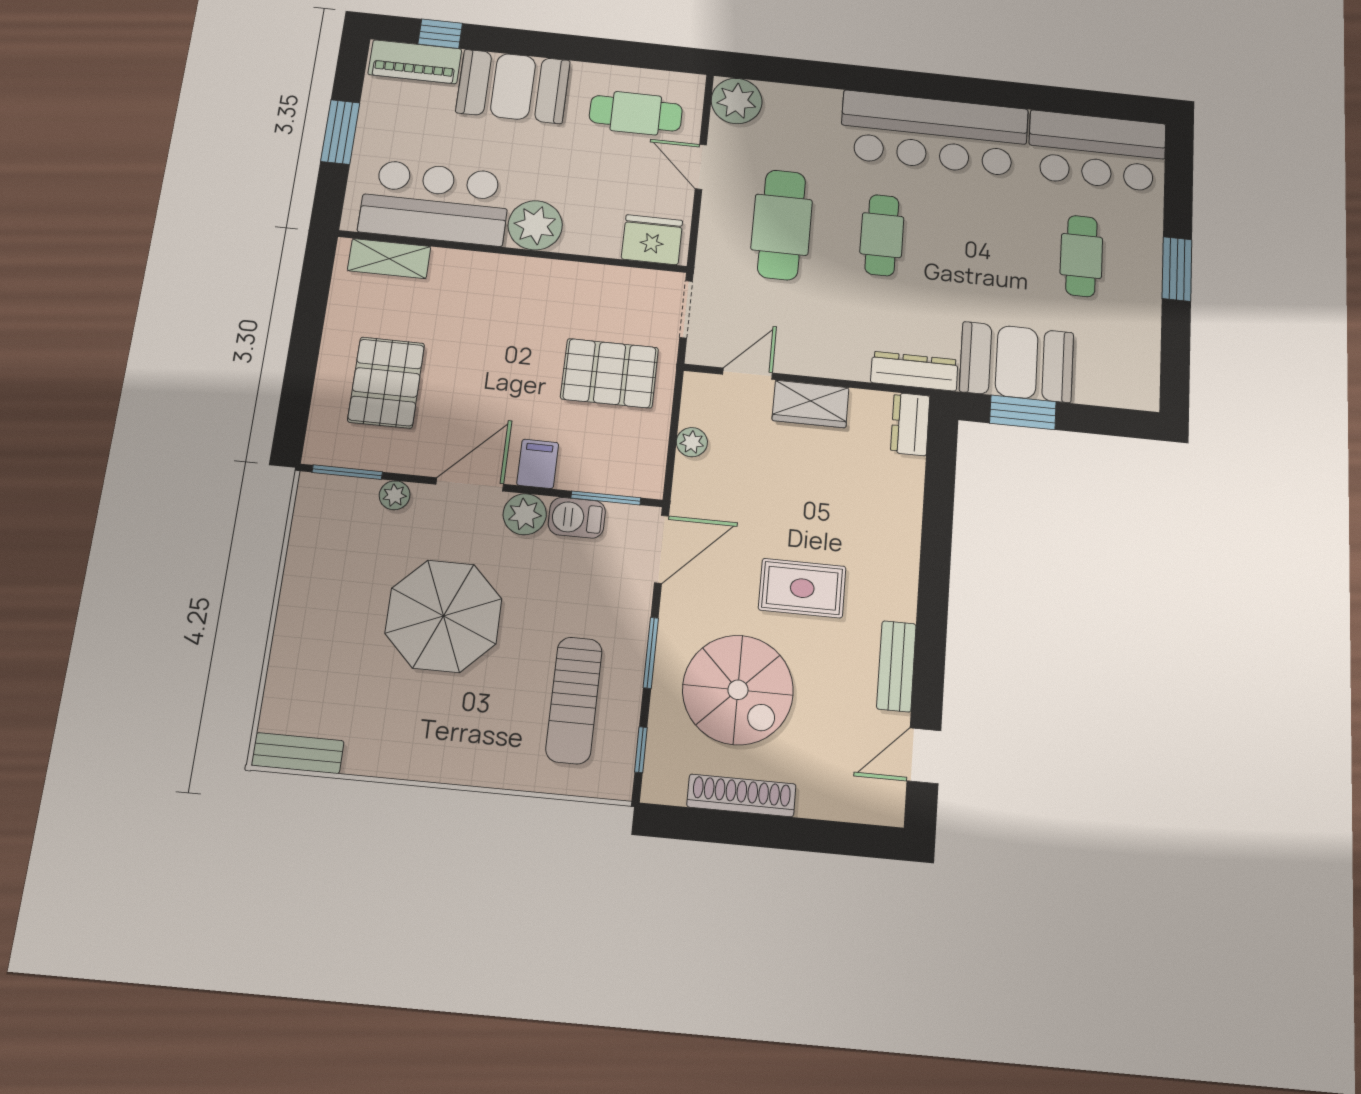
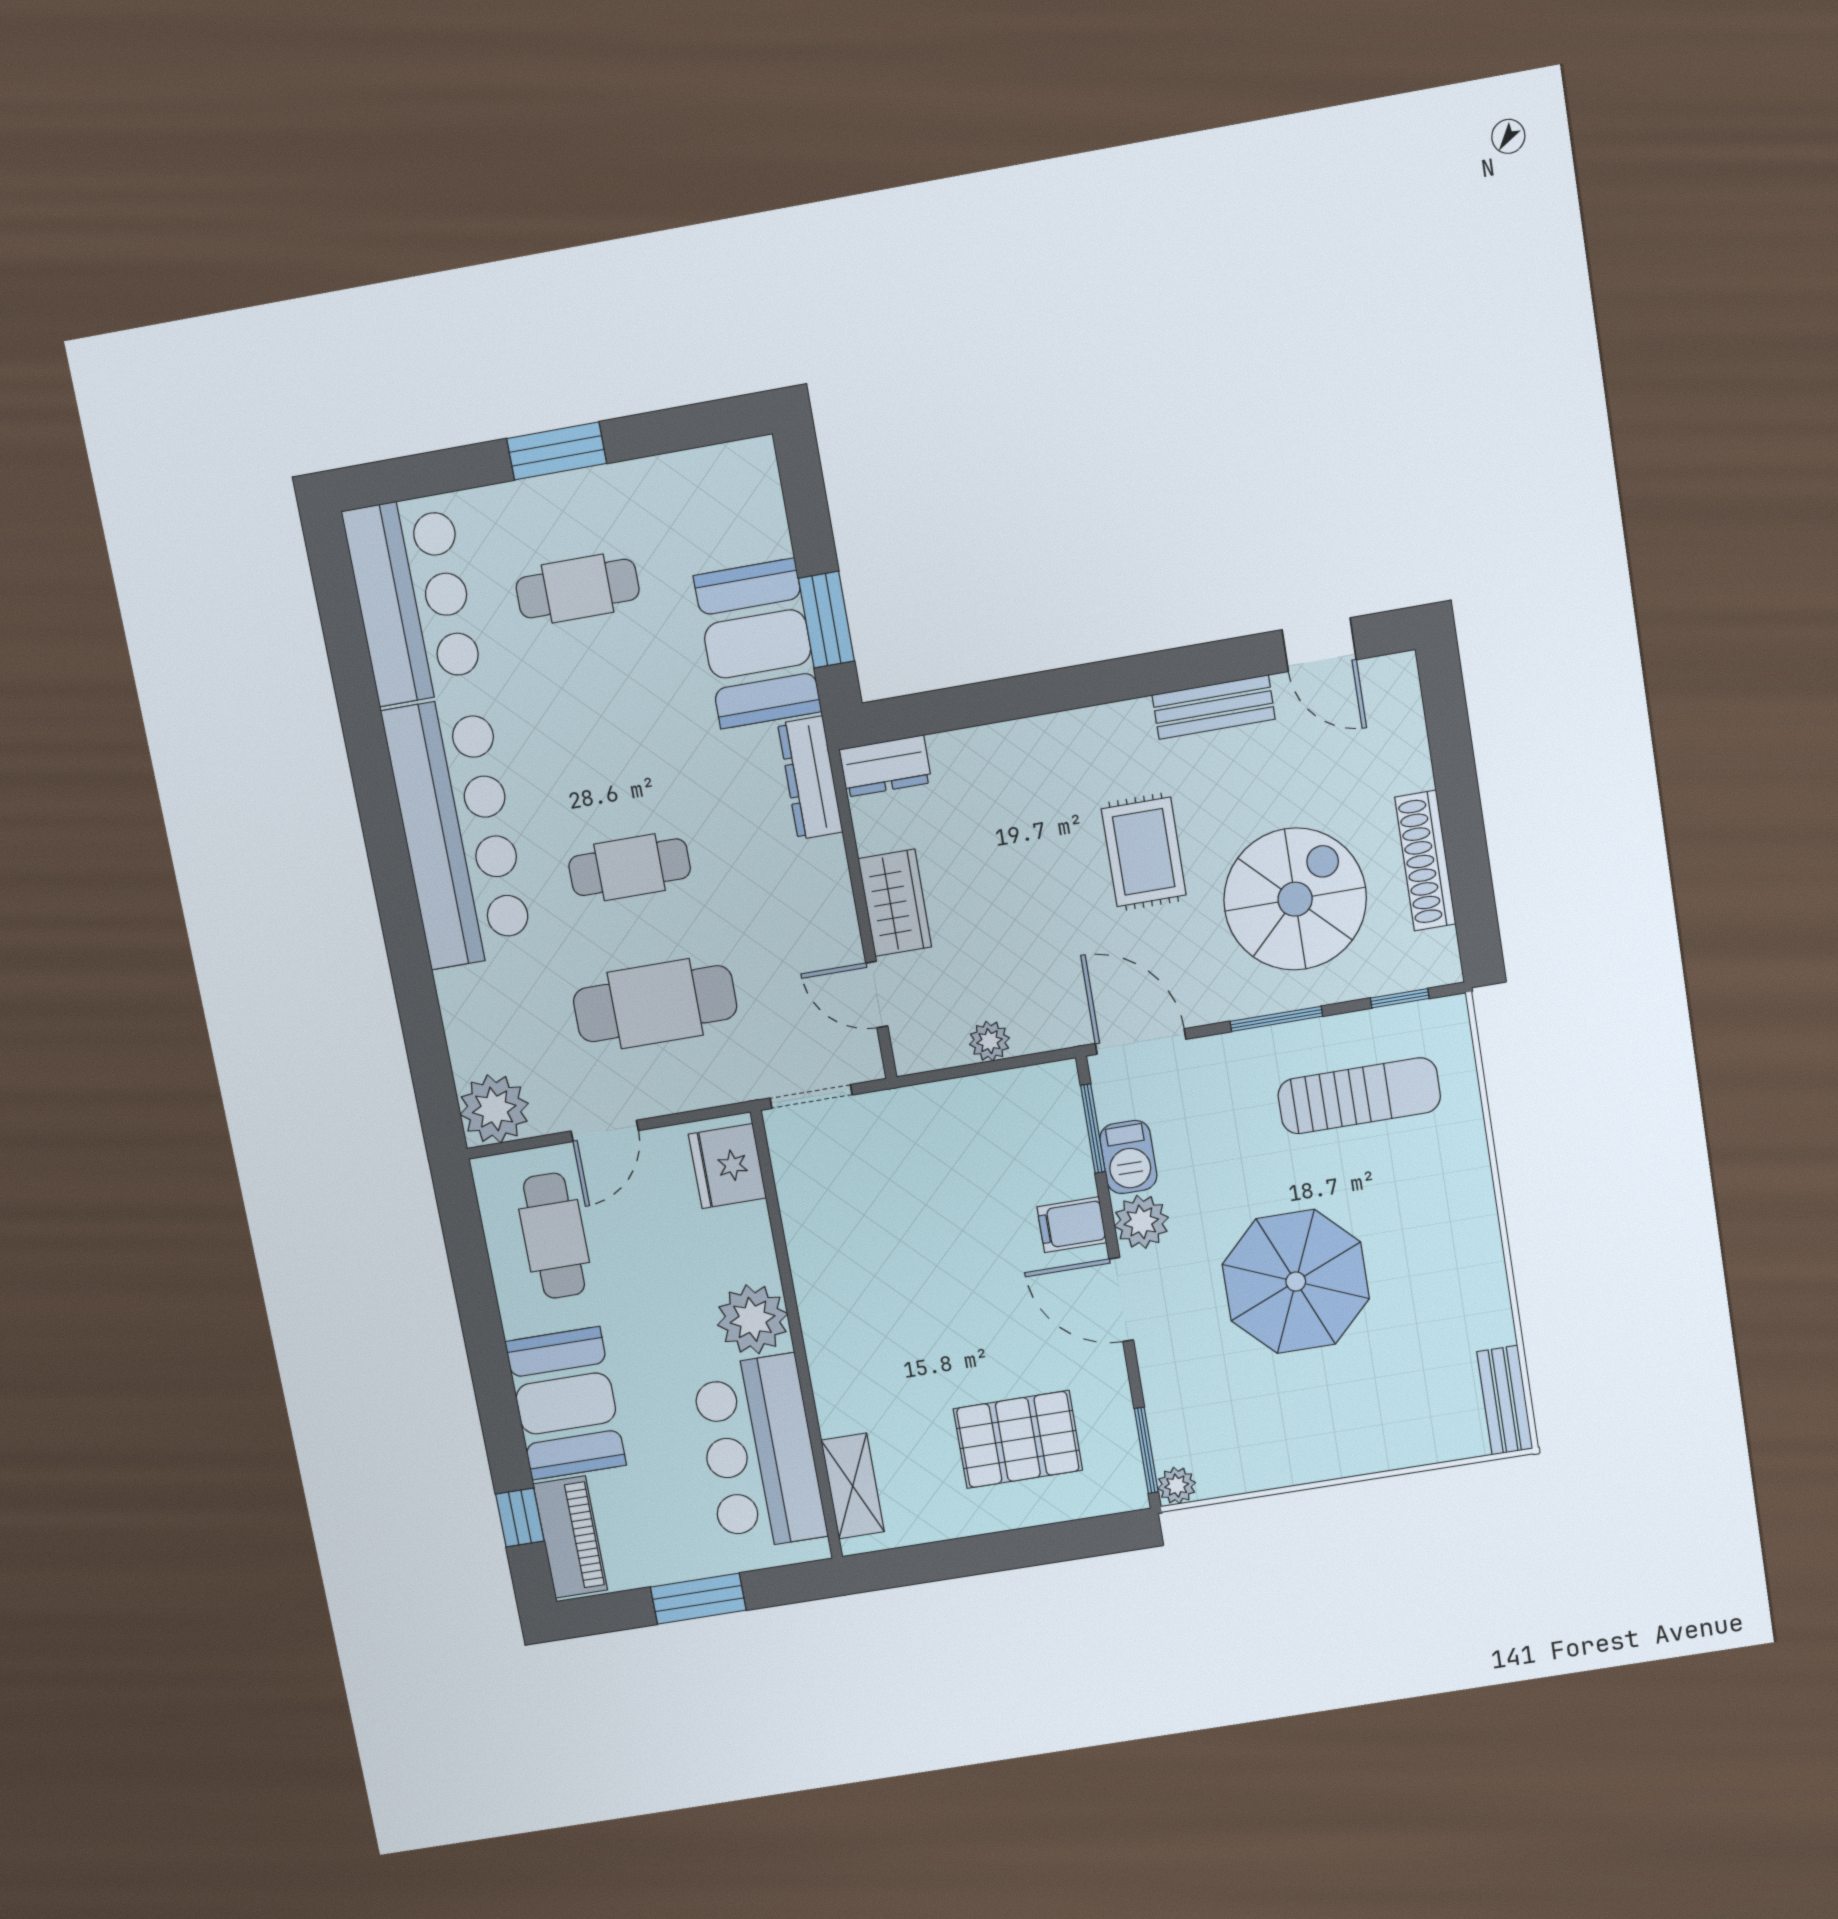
pallet: (610, 373) -> (927, 1170), removed
plant: (395, 495) -> (1177, 1486), moved

